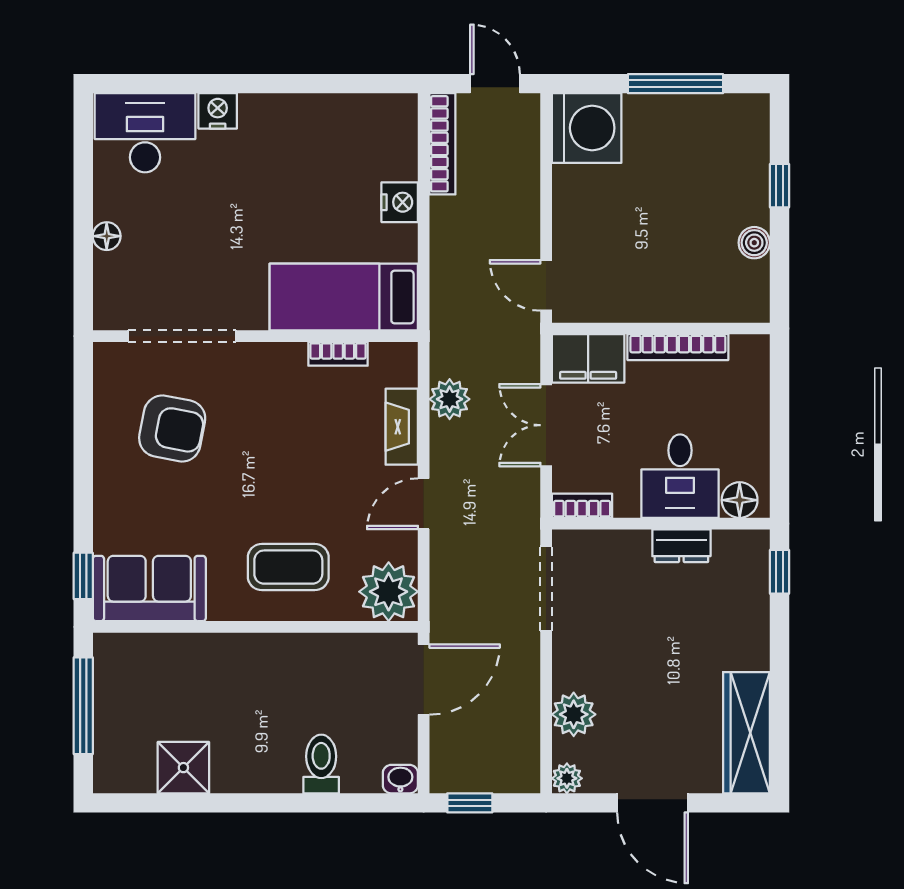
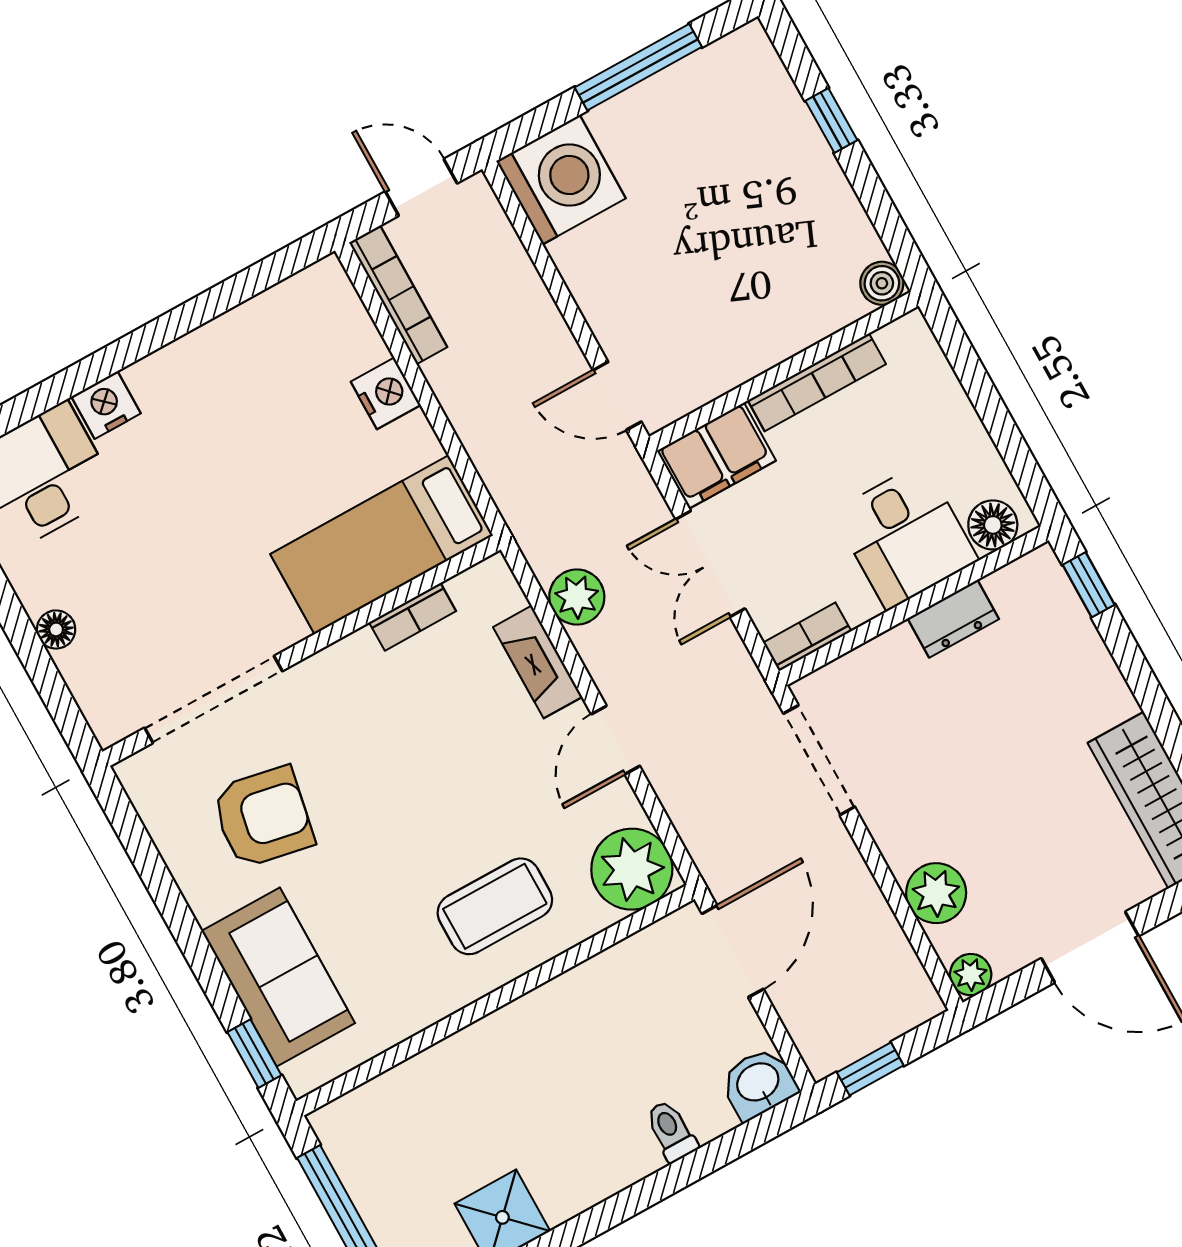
boiler: (754, 243) -> (882, 283), moved
sofa: (149, 588) -> (278, 977), moved, turned 90
toilet: (321, 764) -> (671, 1131), width x0.73, depth x0.72
washbasin: (400, 779) -> (759, 1083), width x1.38, depth x1.45

